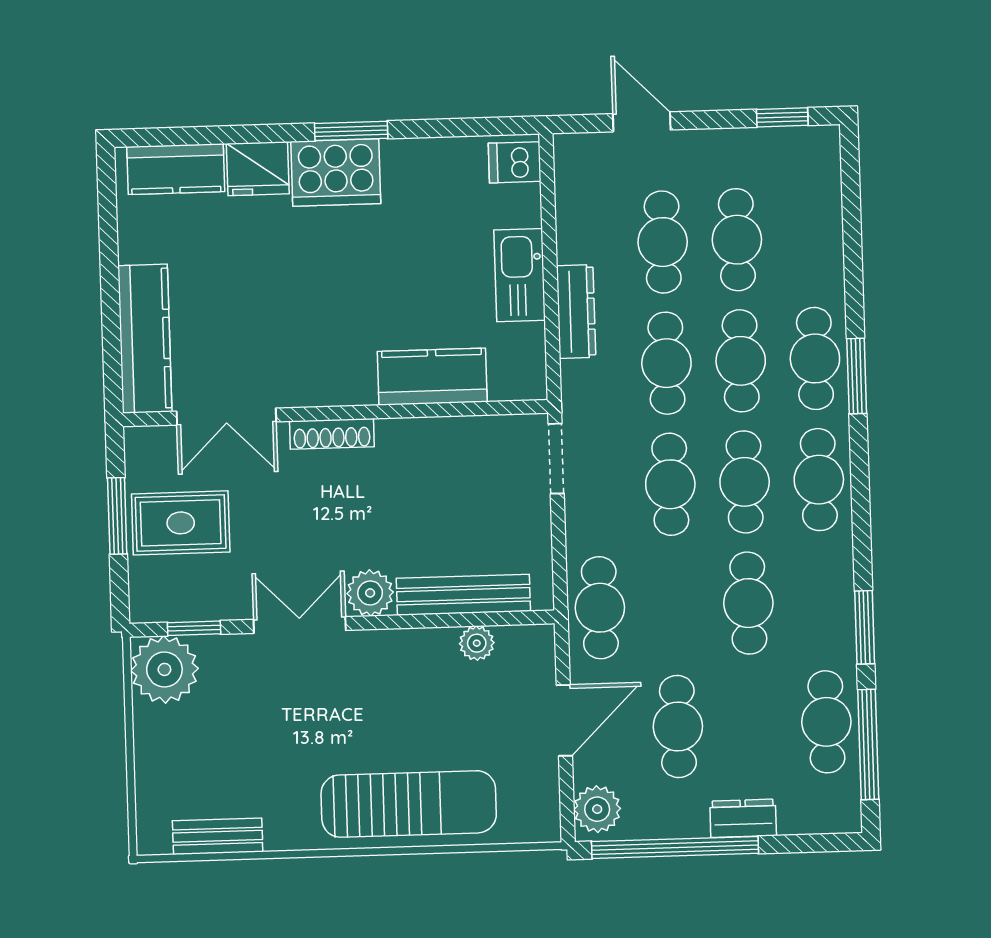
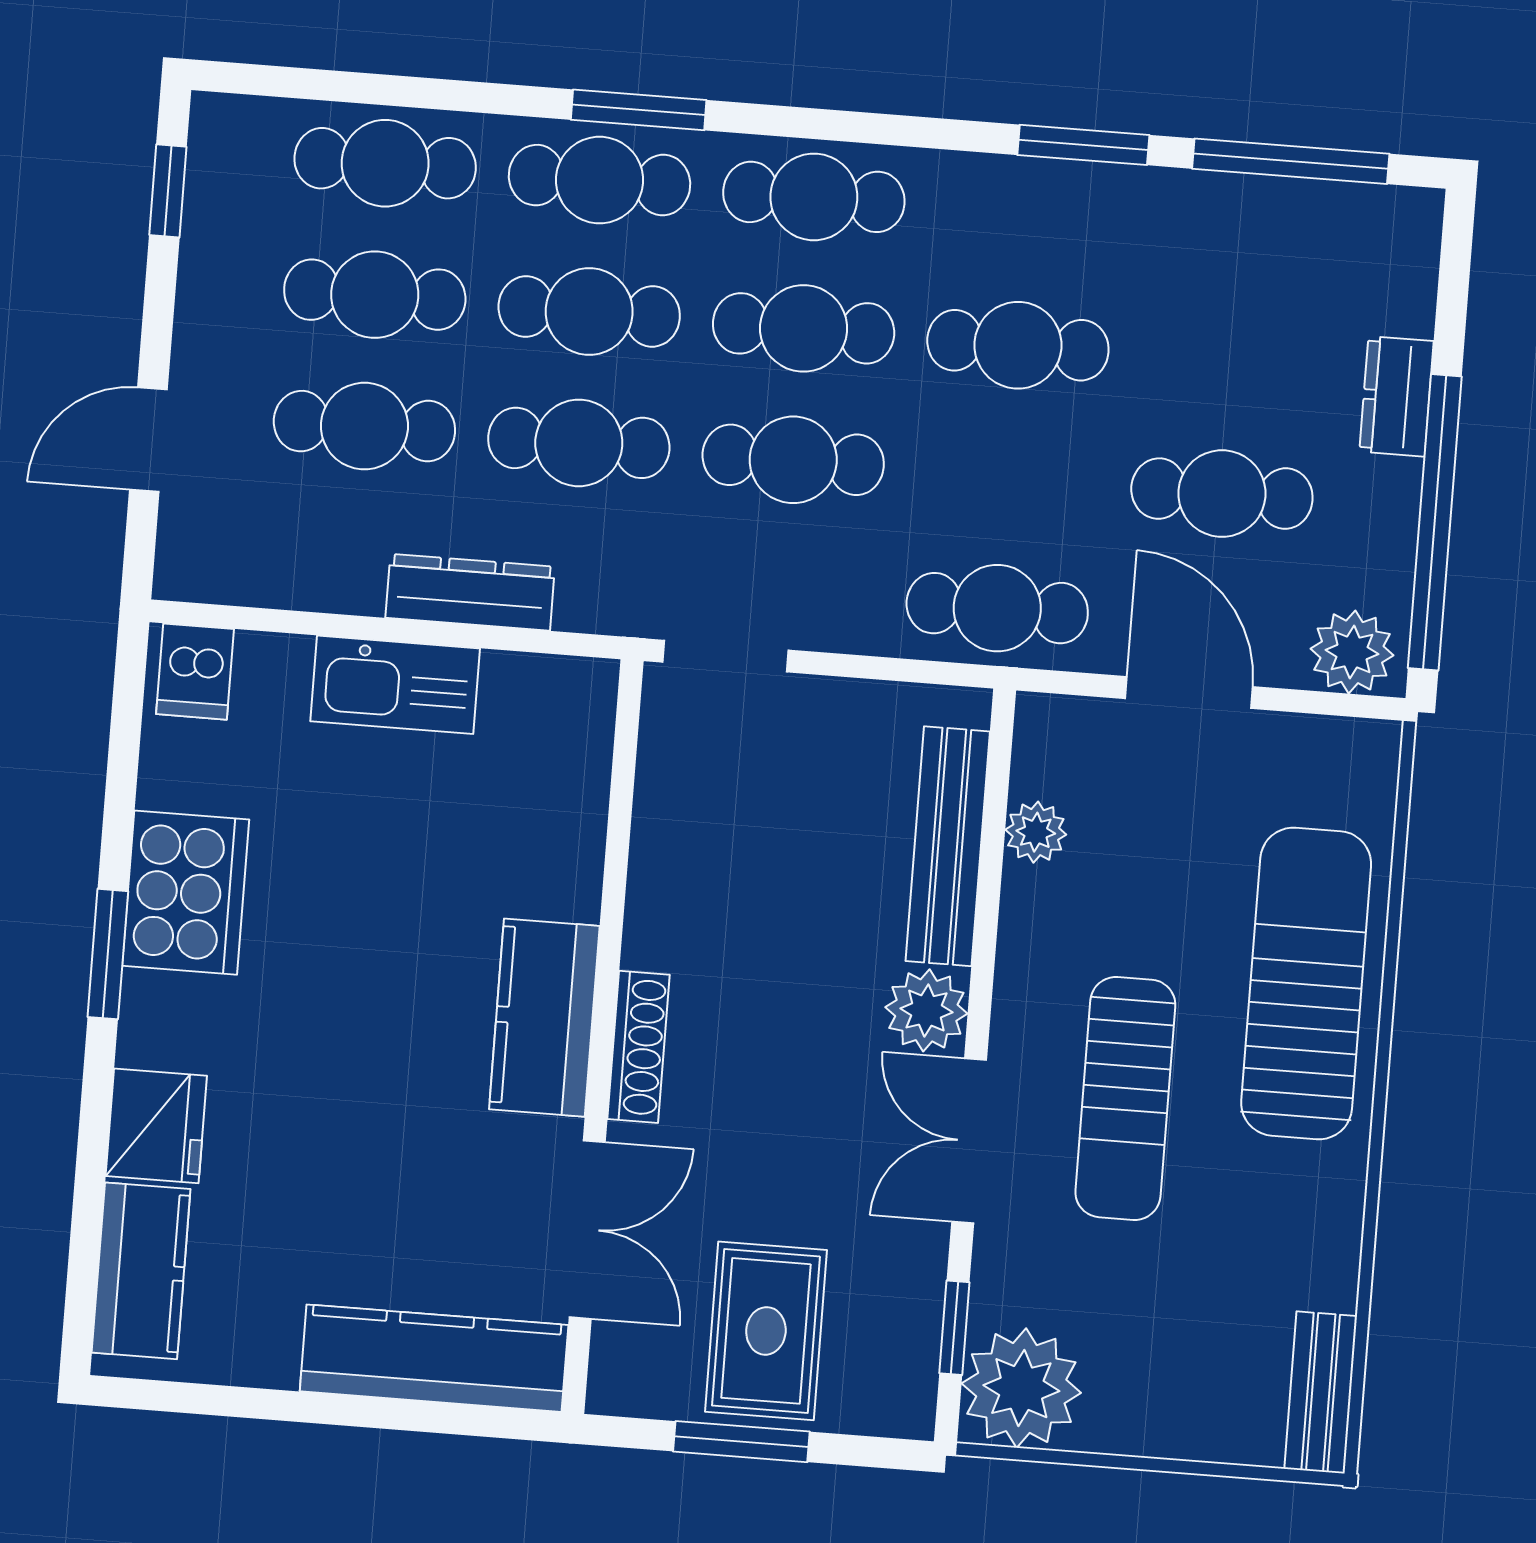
cooker: (336, 172) -> (186, 893), moved
kitchen counter: (432, 377) -> (544, 1018), moved
sun lounger: (333, 710) -> (1125, 1098), added
cafe table: (826, 722) -> (385, 163), moved
bench: (218, 836) -> (1321, 1392), moved

